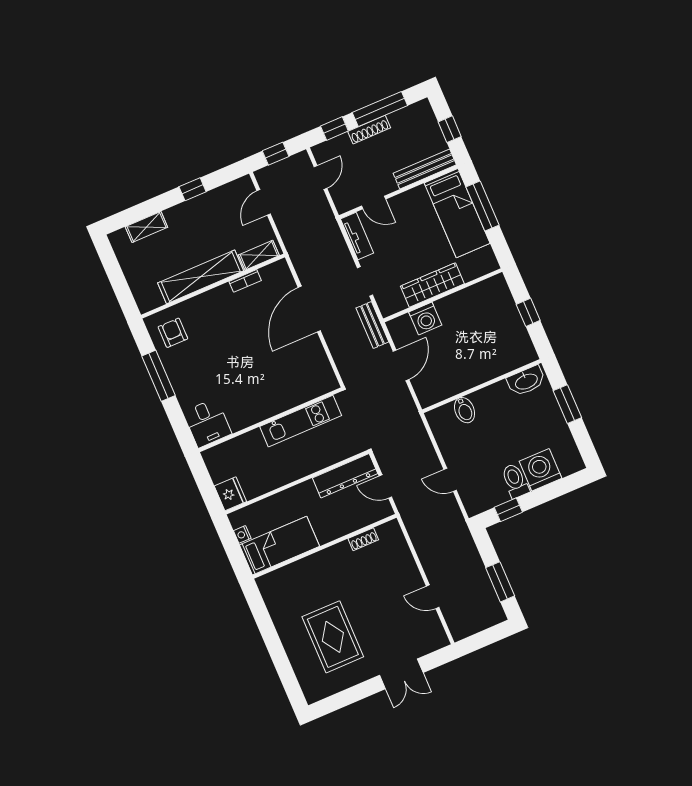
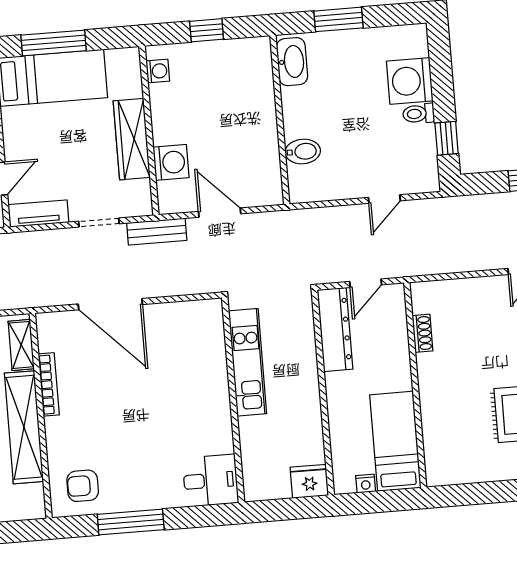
bookcase: (245, 281) -> (49, 384), width x1.56
washing machine: (487, 287) -> (158, 71), added
toilet: (515, 481) -> (419, 114), width x0.73, depth x0.72

